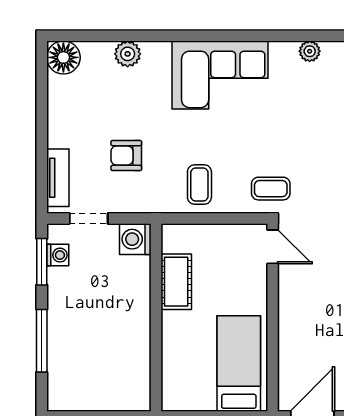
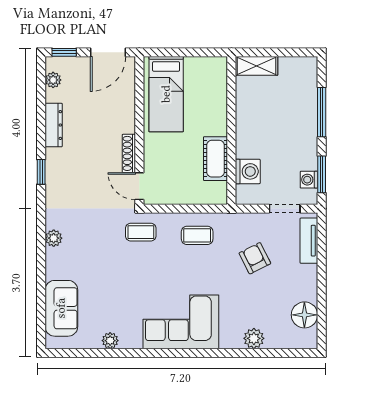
floor lamp: (63, 57) -> (304, 315), moved
armchair: (126, 155) -> (255, 258), turned -117
coffee table: (199, 184) -> (197, 235), turned 90
washing machine: (135, 239) -> (248, 171), moved
shoe rack: (286, 288) -> (129, 153), added
shelving: (124, 399) -> (257, 66), added

